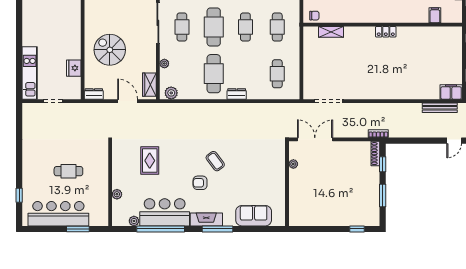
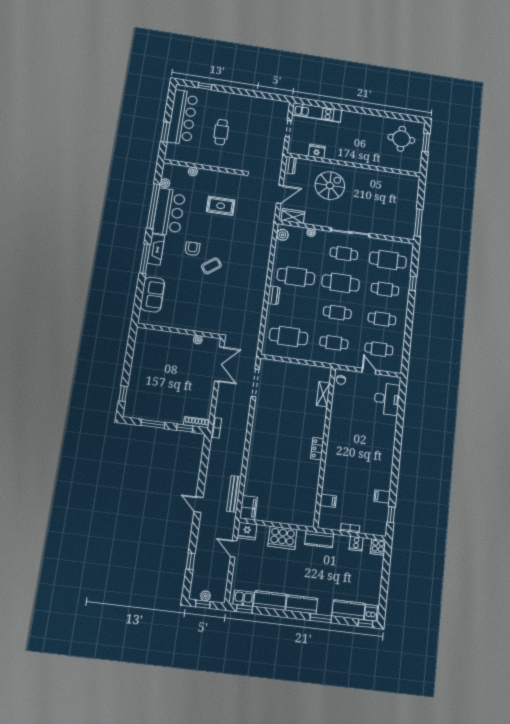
cafe table: (277, 74) -> (288, 336), width x1.37, depth x1.35

